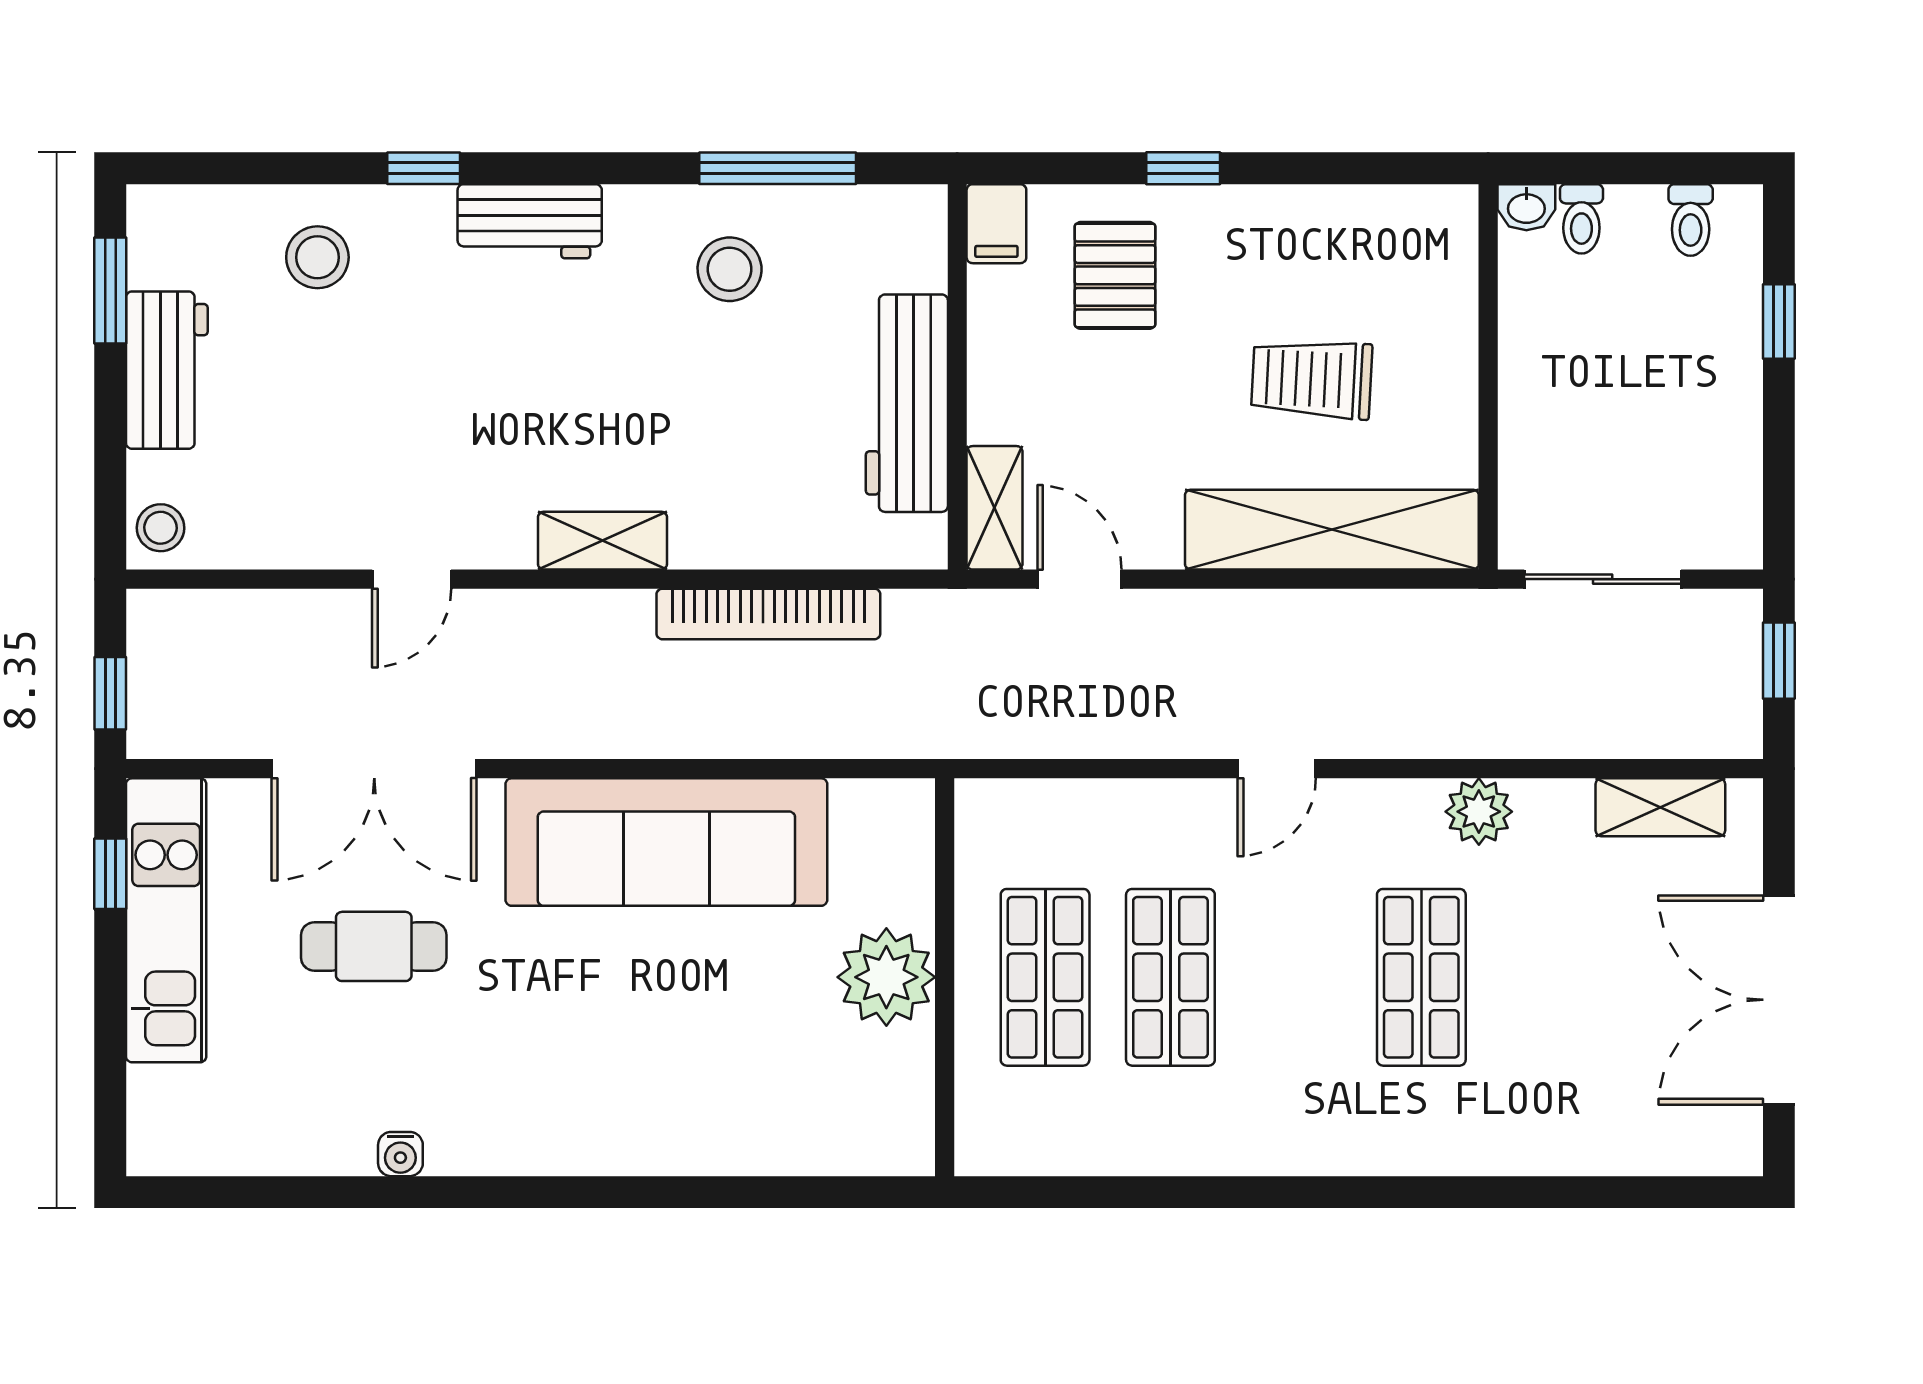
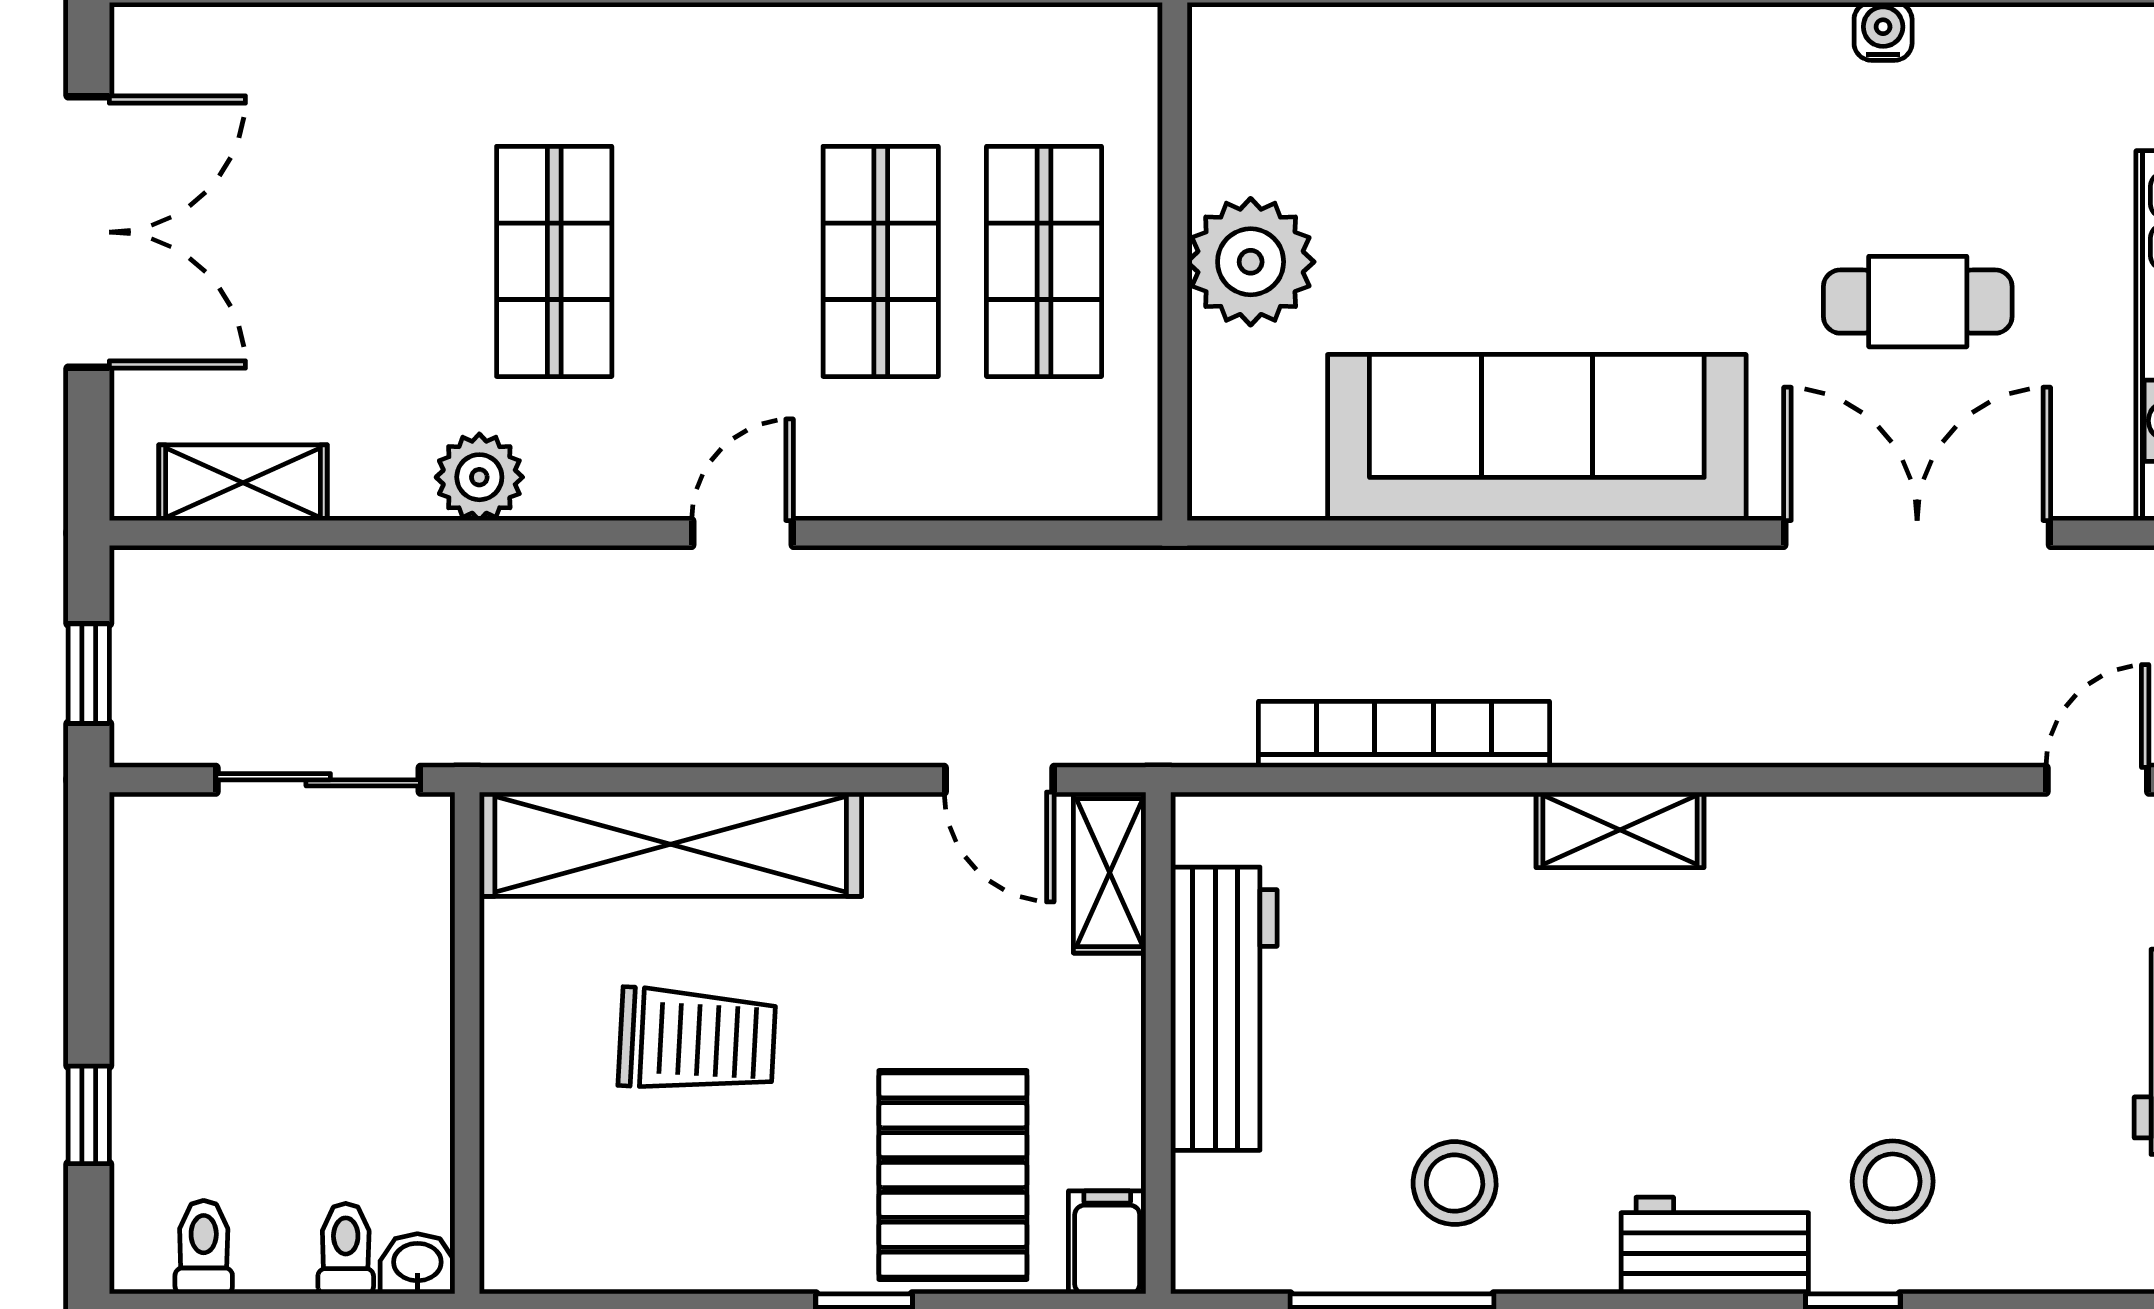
stool: (317, 257) -> (1893, 1181), moved
pallet: (1115, 275) -> (953, 1175), width x1.50, depth x1.42
door: (412, 579) -> (2097, 780), moved

